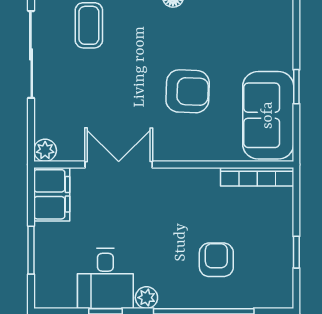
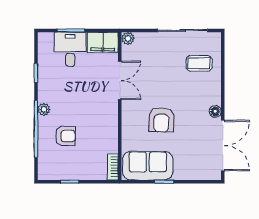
bookcase: (257, 177) -> (113, 167), width x0.64
desk: (105, 278) -> (70, 49), moved, turned 90
plant: (146, 298) -> (44, 109), moved

